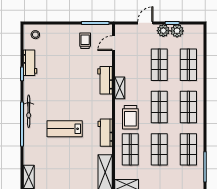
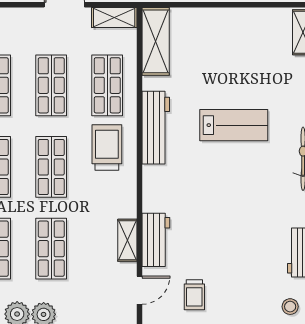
workbench: (105, 80) -> (156, 240), moved
shelving: (120, 88) -> (127, 240), moved
workbench: (105, 133) -> (156, 128), width x1.38

